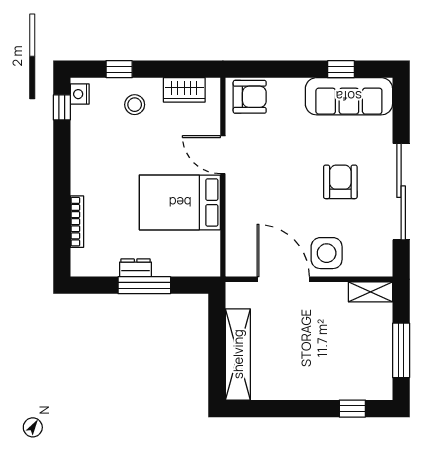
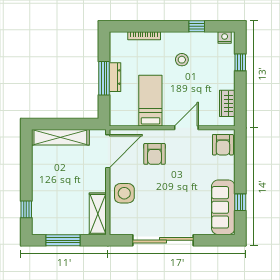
stool: (135, 105) -> (182, 60), moved
window: (62, 107) -> (197, 26), moved
armchair: (340, 182) -> (154, 154), moved, turned 90
bed: (180, 202) -> (150, 101), width x0.67
dresser: (136, 268) -> (115, 77), width x1.44
door: (283, 279) -> (108, 151), moved
shelving: (370, 292) -> (98, 214), width x1.50, depth x1.33

